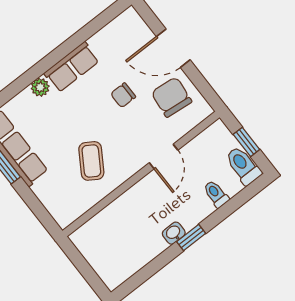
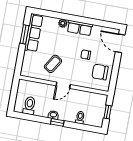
door: (173, 48) -> (120, 43), moved
chair: (171, 97) -> (100, 72), turned -96
door: (164, 156) -> (63, 85), moved
toilet: (243, 166) -> (29, 106), moved

